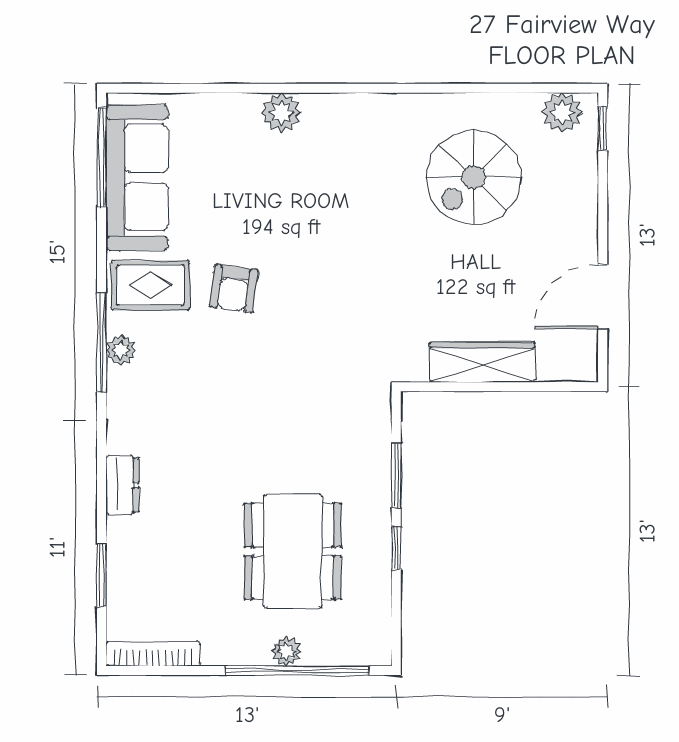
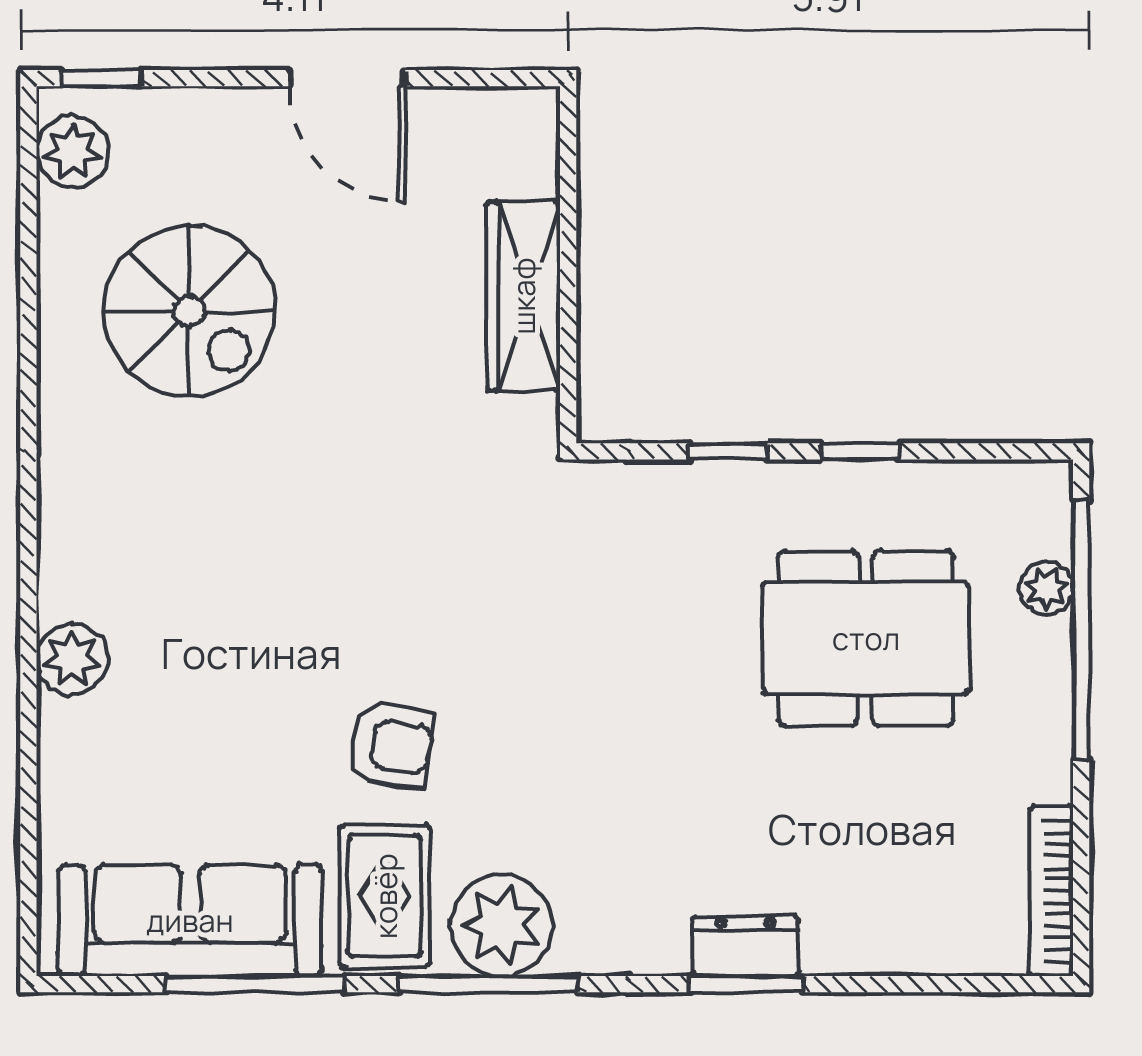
window: (102, 157) -> (255, 984), moved
door: (603, 297) -> (347, 78), moved
plant: (121, 350) -> (502, 925), width x1.87, depth x1.87
window: (396, 476) -> (729, 451), width x0.67
window: (102, 576) -> (746, 984), moved
plant: (286, 651) -> (1046, 588), moved

